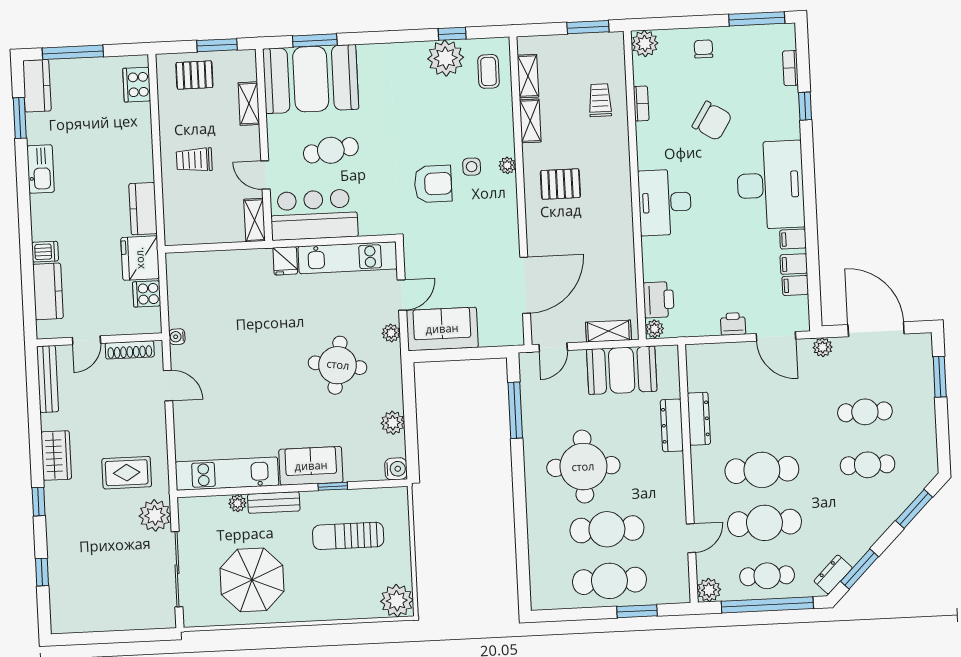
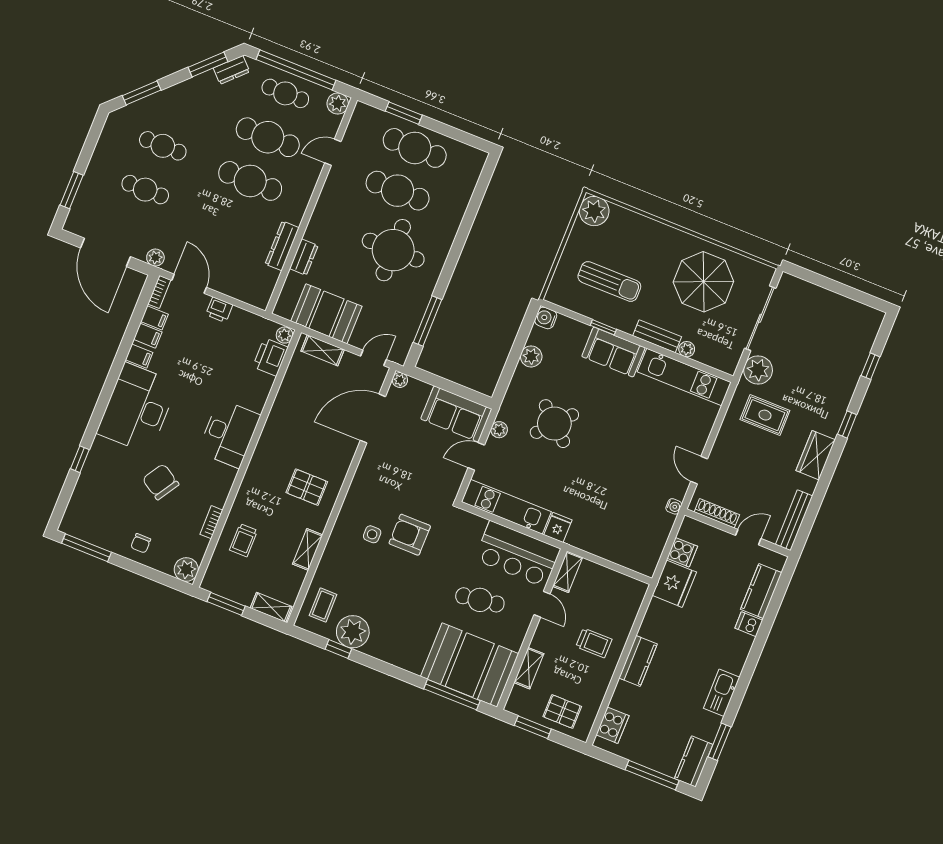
window: (315, 40) -> (452, 695), width x1.44
bookcase: (790, 68) -> (159, 292), moved
shelving: (528, 76) -> (271, 607), moved, turned 90
plant: (507, 165) -> (400, 380), moved
kitchen counter: (143, 209) -> (638, 661), moved
round table: (338, 365) -> (554, 424), turned 33
dresser: (672, 425) -> (304, 257), width x0.70

